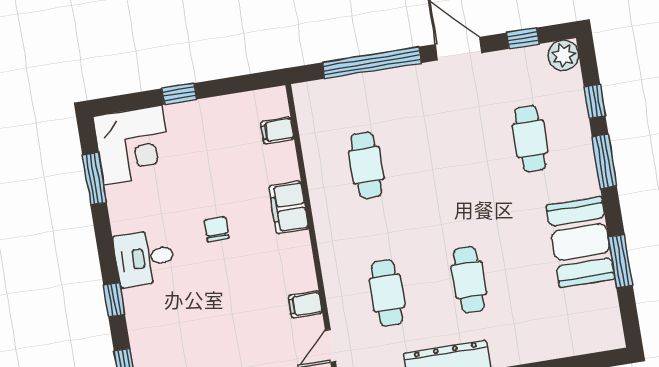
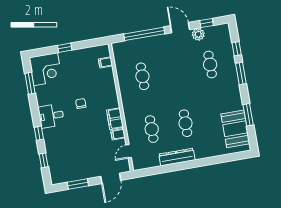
plant: (563, 55) -> (198, 34), moved
filing cabinet: (289, 208) -> (115, 119), moved
booth: (581, 242) -> (235, 129), moved

